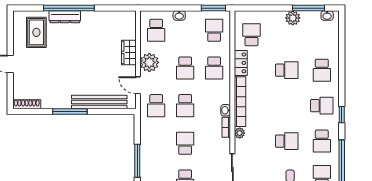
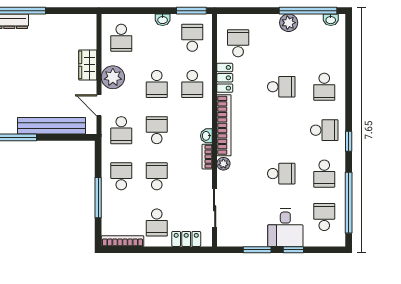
window: (309, 8) -> (308, 11), width x1.46
washbasin: (179, 15) -> (163, 20), moved
school desk: (185, 106) -> (157, 130), turned 180
school desk: (156, 143) -> (121, 176), added

